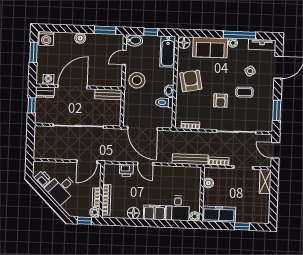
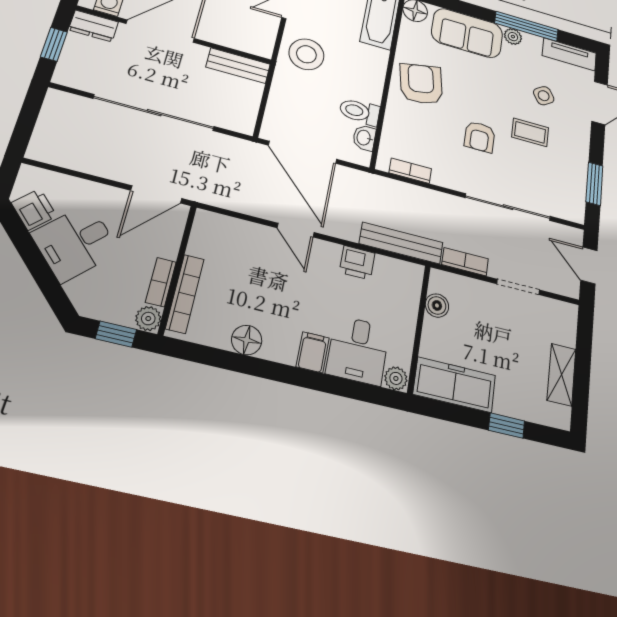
washbasin: (169, 91) -> (364, 138), moved
printer: (126, 170) -> (357, 263), moved
shelving: (265, 181) -> (562, 375), moved
filing cabinet: (154, 212) -> (313, 352), width x0.50

